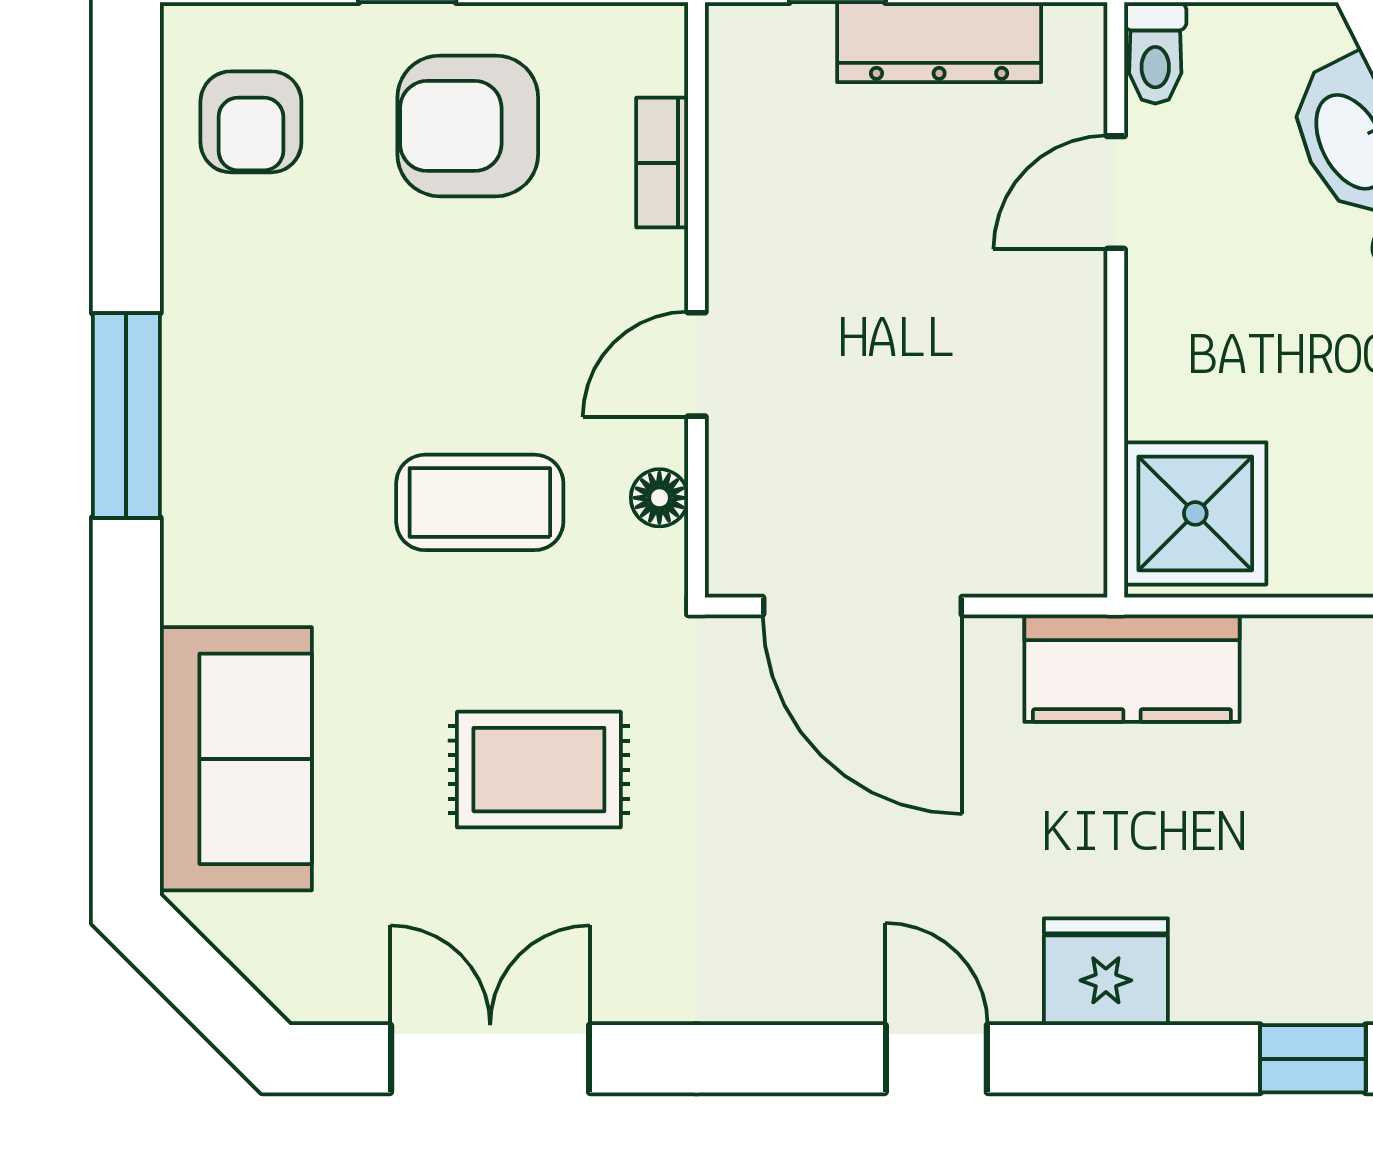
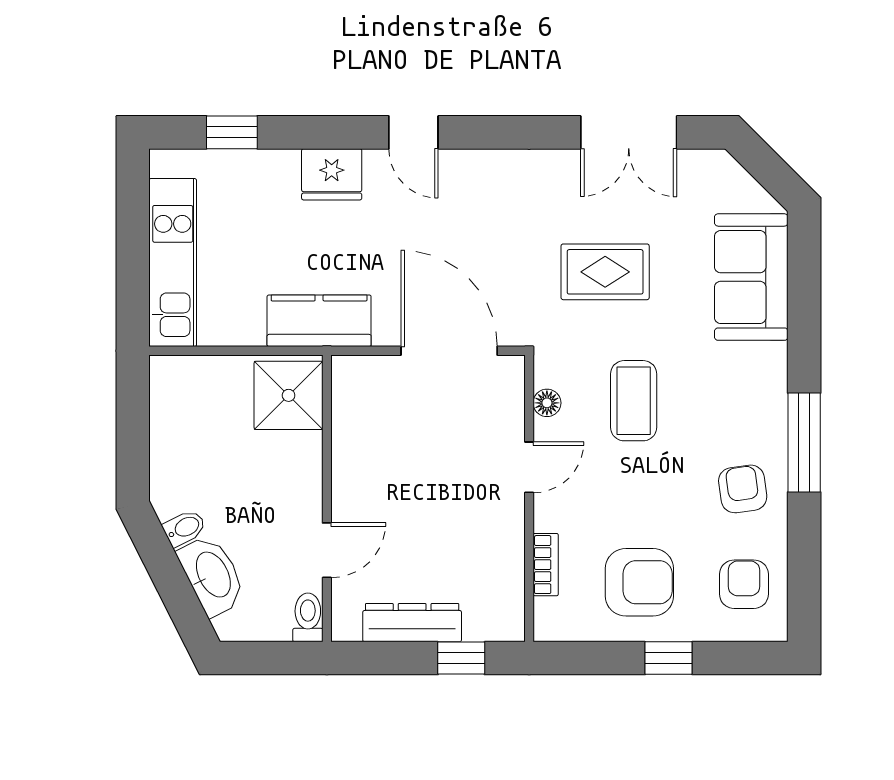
armchair: (254, 319) -> (743, 489), added
coffee table: (480, 502) -> (634, 401), turned 90

